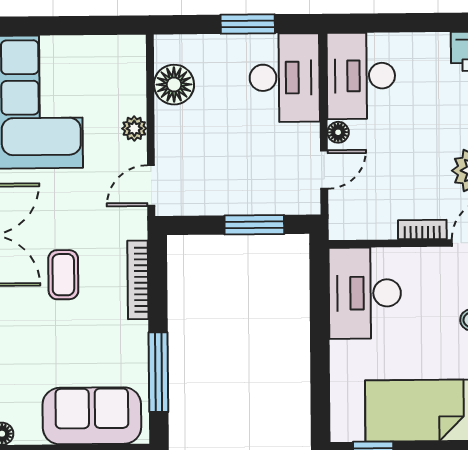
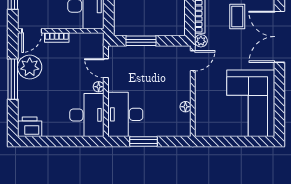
floor lamp: (174, 85) -> (185, 107), width x0.53, depth x0.53
plant: (134, 128) -> (201, 41), moved
door: (324, 169) -> (106, 68), hinge flipped

